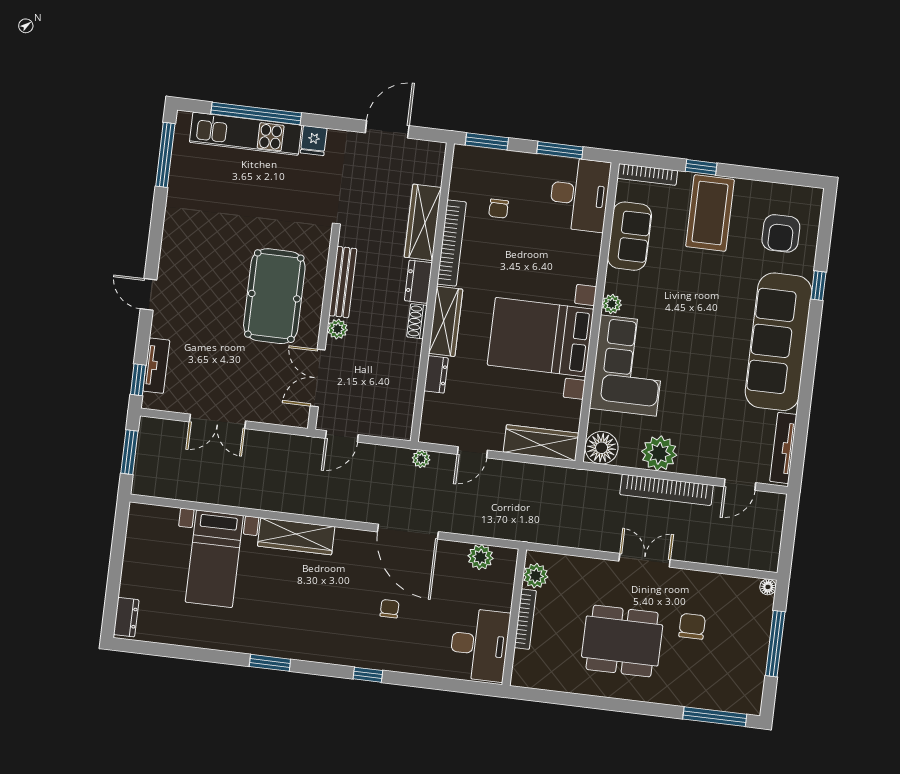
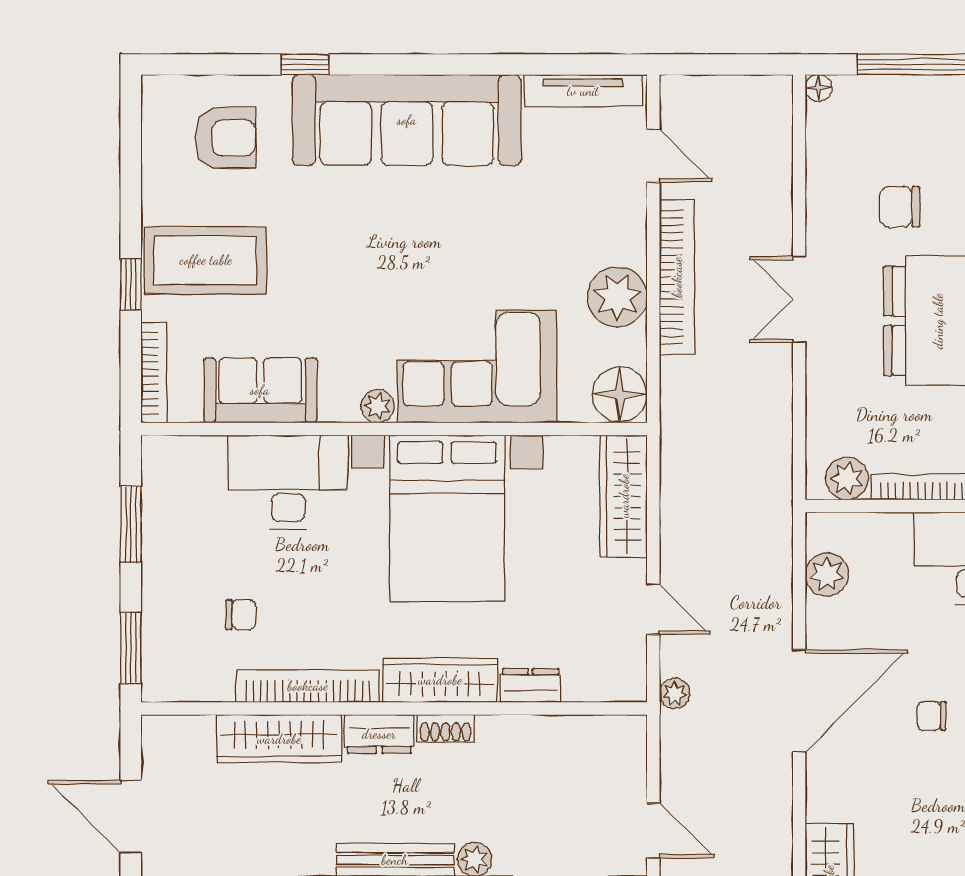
desk: (580, 194) -> (288, 482), moved

